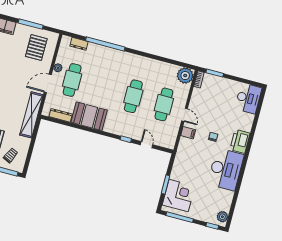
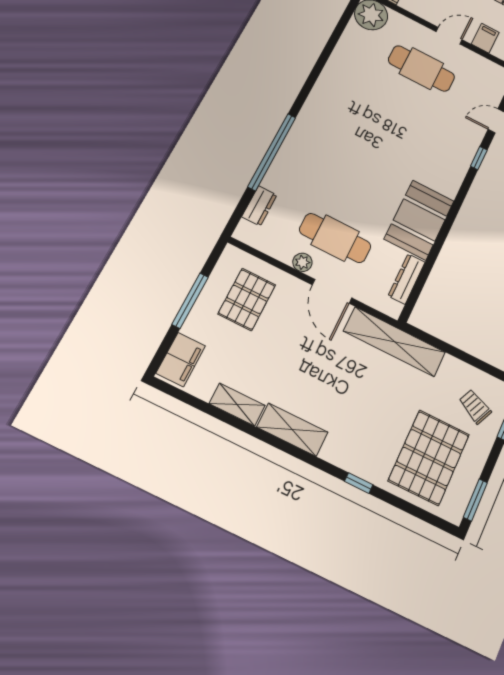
pallet: (36, 48) -> (247, 299), turned 90
cafe table: (133, 96) -> (394, 123), removed

